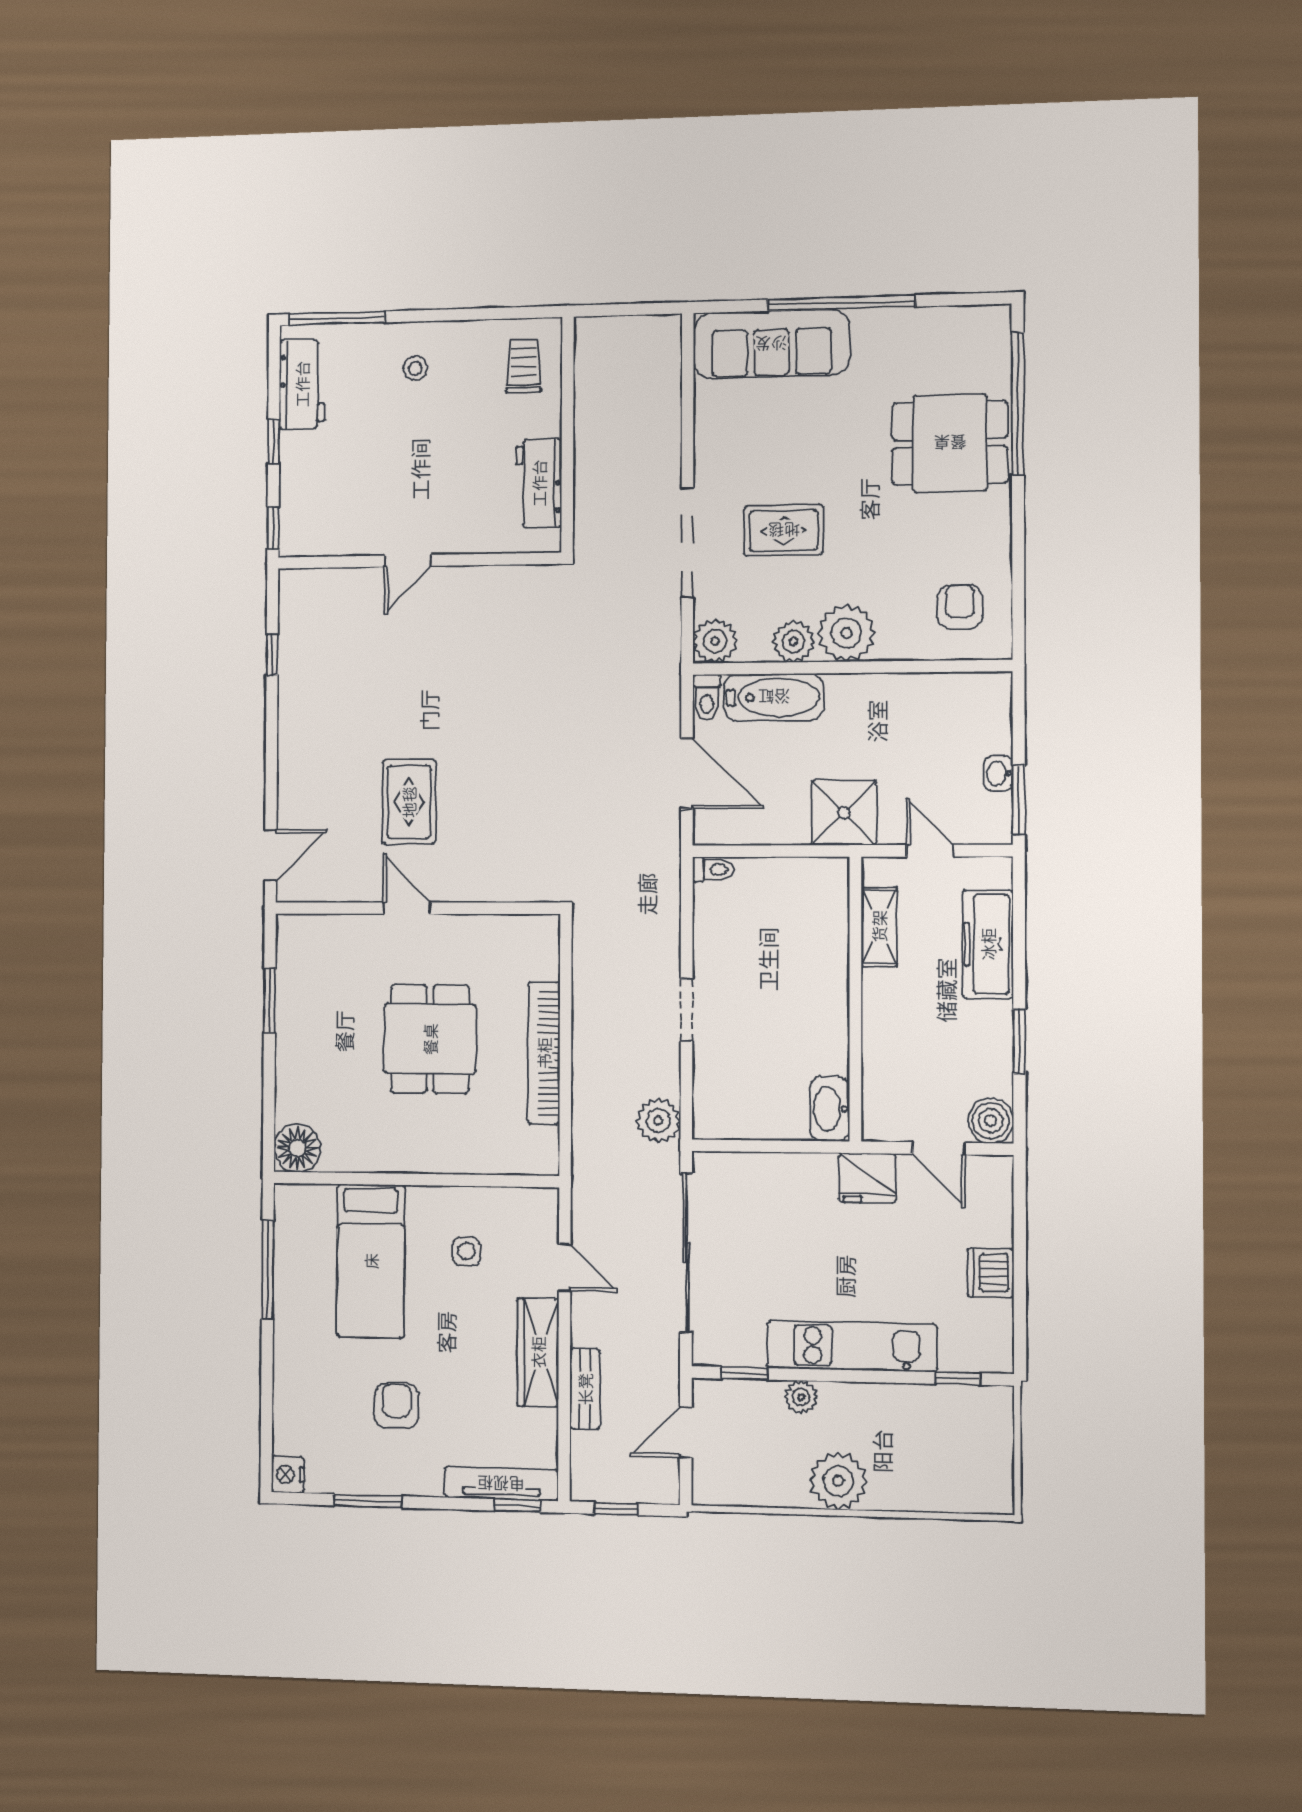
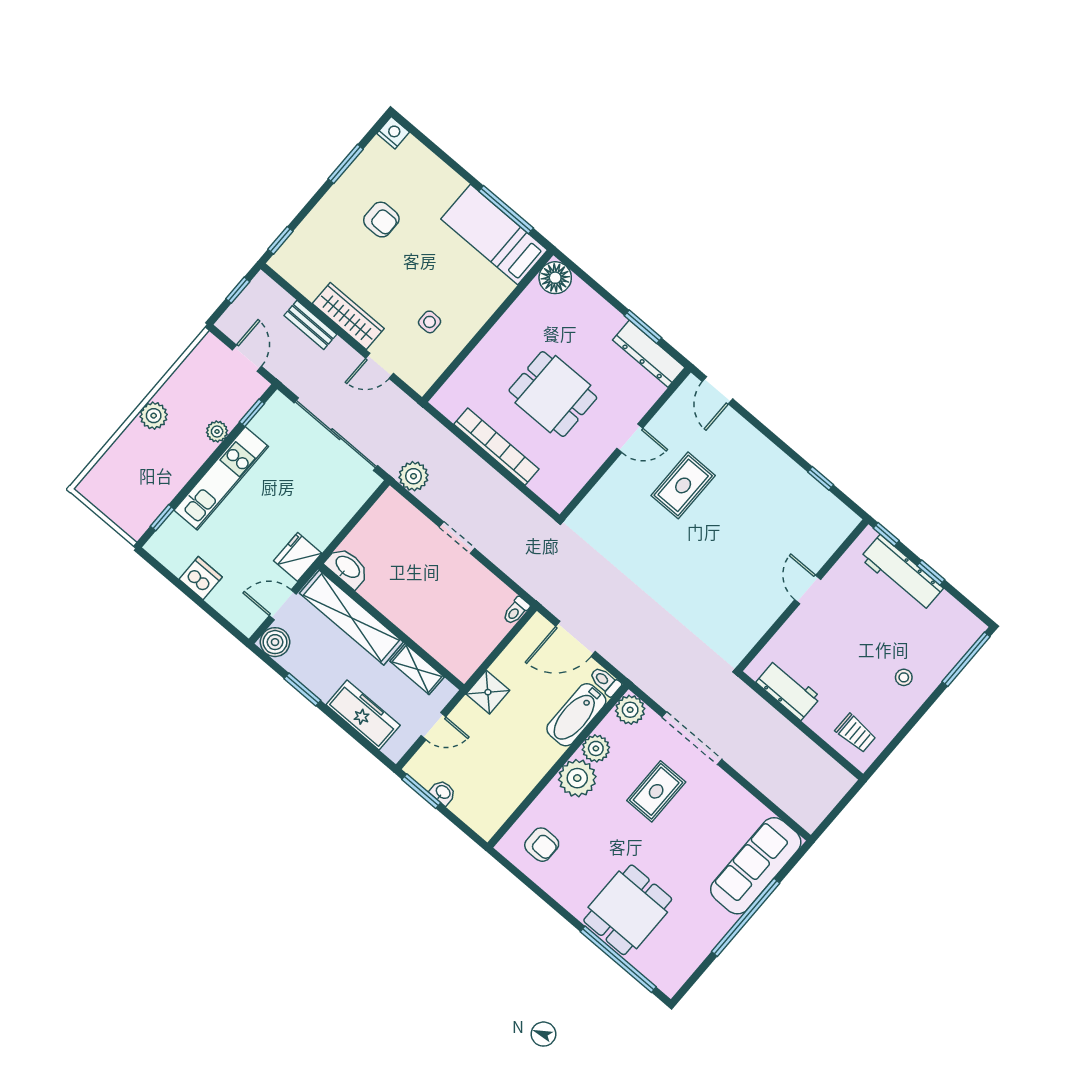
workbench: (302, 384) -> (902, 573), moved, width x1.38
rug: (409, 802) -> (683, 485), turned 90
shower: (844, 813) -> (488, 692), width x0.73, depth x0.73
dresser: (294, 968) -> (649, 354), added
shelving: (885, 1054) -> (351, 618), added
bed: (371, 1261) -> (494, 235), moved
plant: (838, 1481) -> (154, 416), width x0.73, depth x0.73
tv unit: (501, 1484) -> (298, 241), removed

